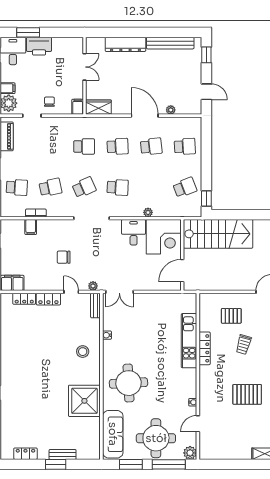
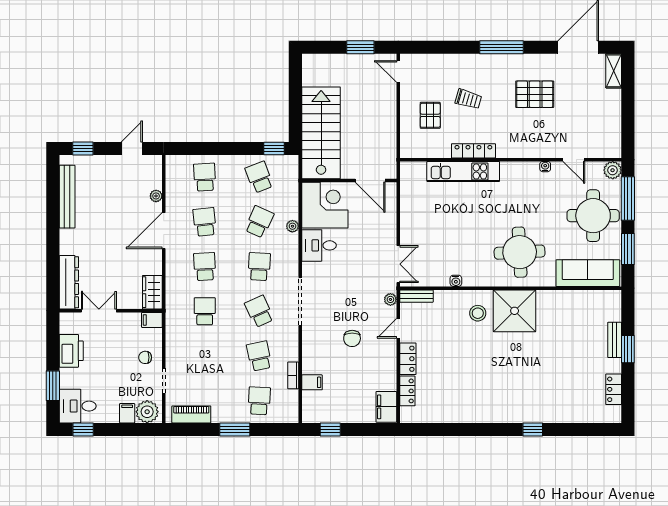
dresser: (125, 44) -> (69, 282), moved
printer: (39, 46) -> (71, 351), moved
school desk: (151, 187) -> (259, 222), added
pallet: (247, 394) -> (535, 94), turned 90
shower: (84, 401) -> (515, 311), moved

